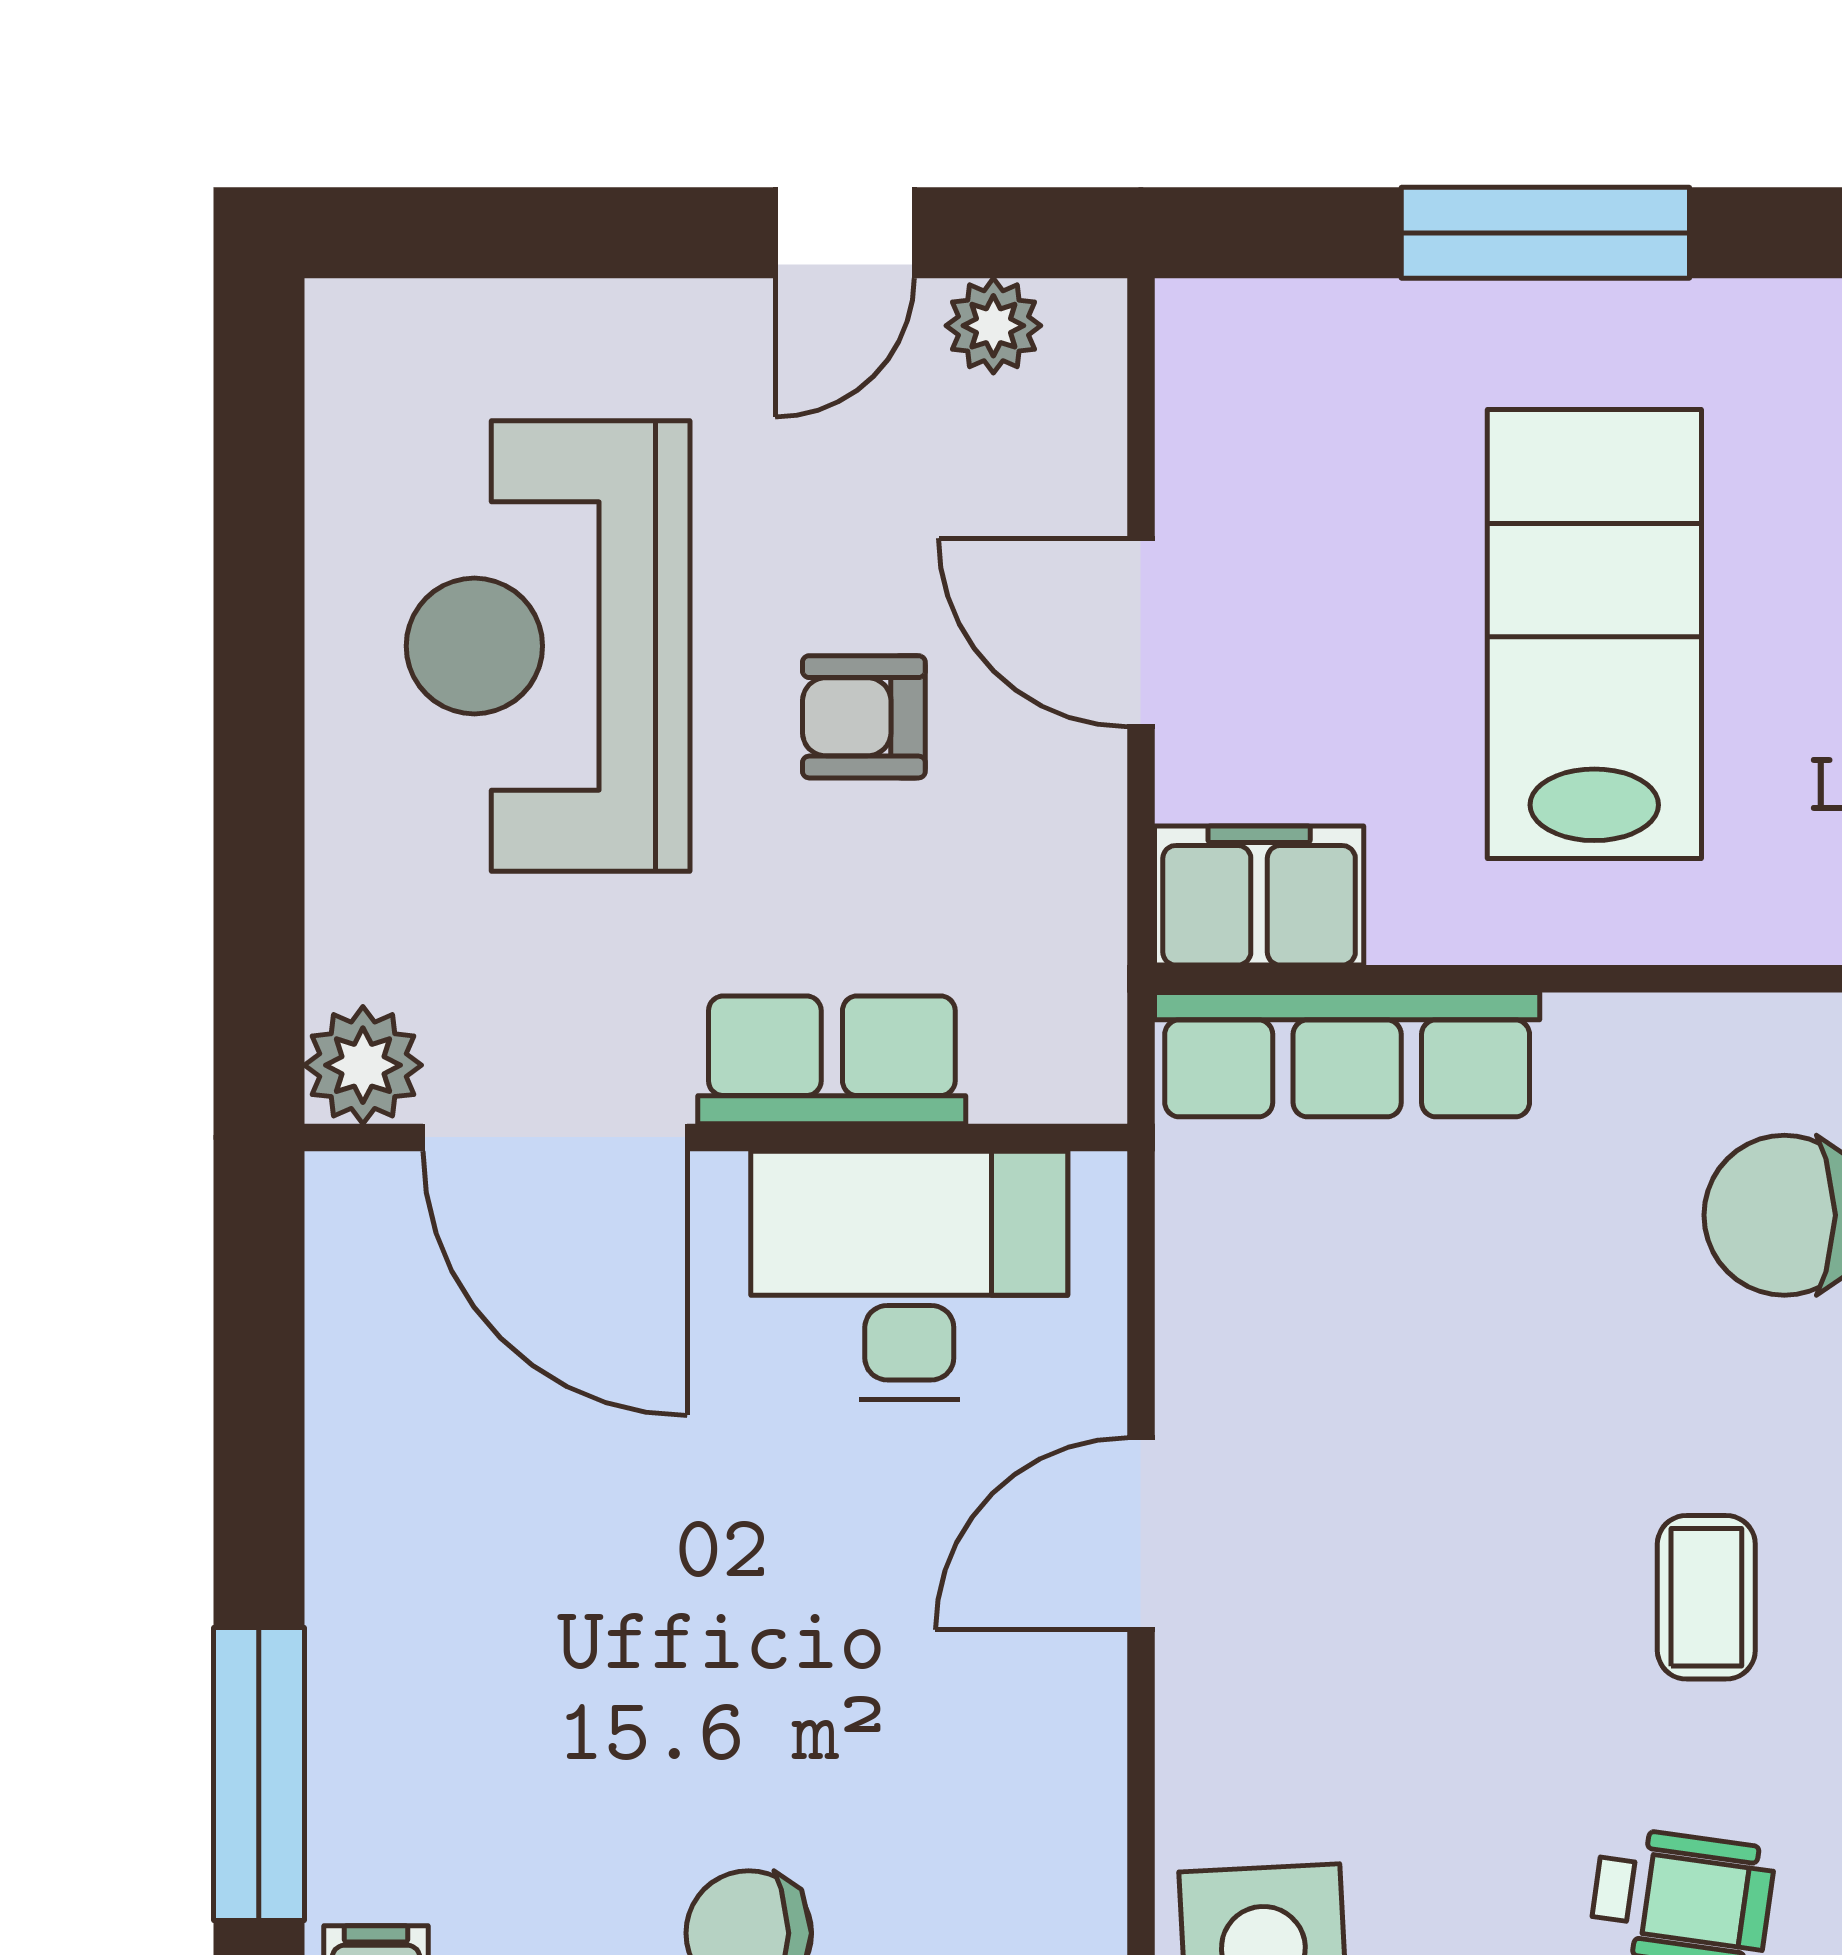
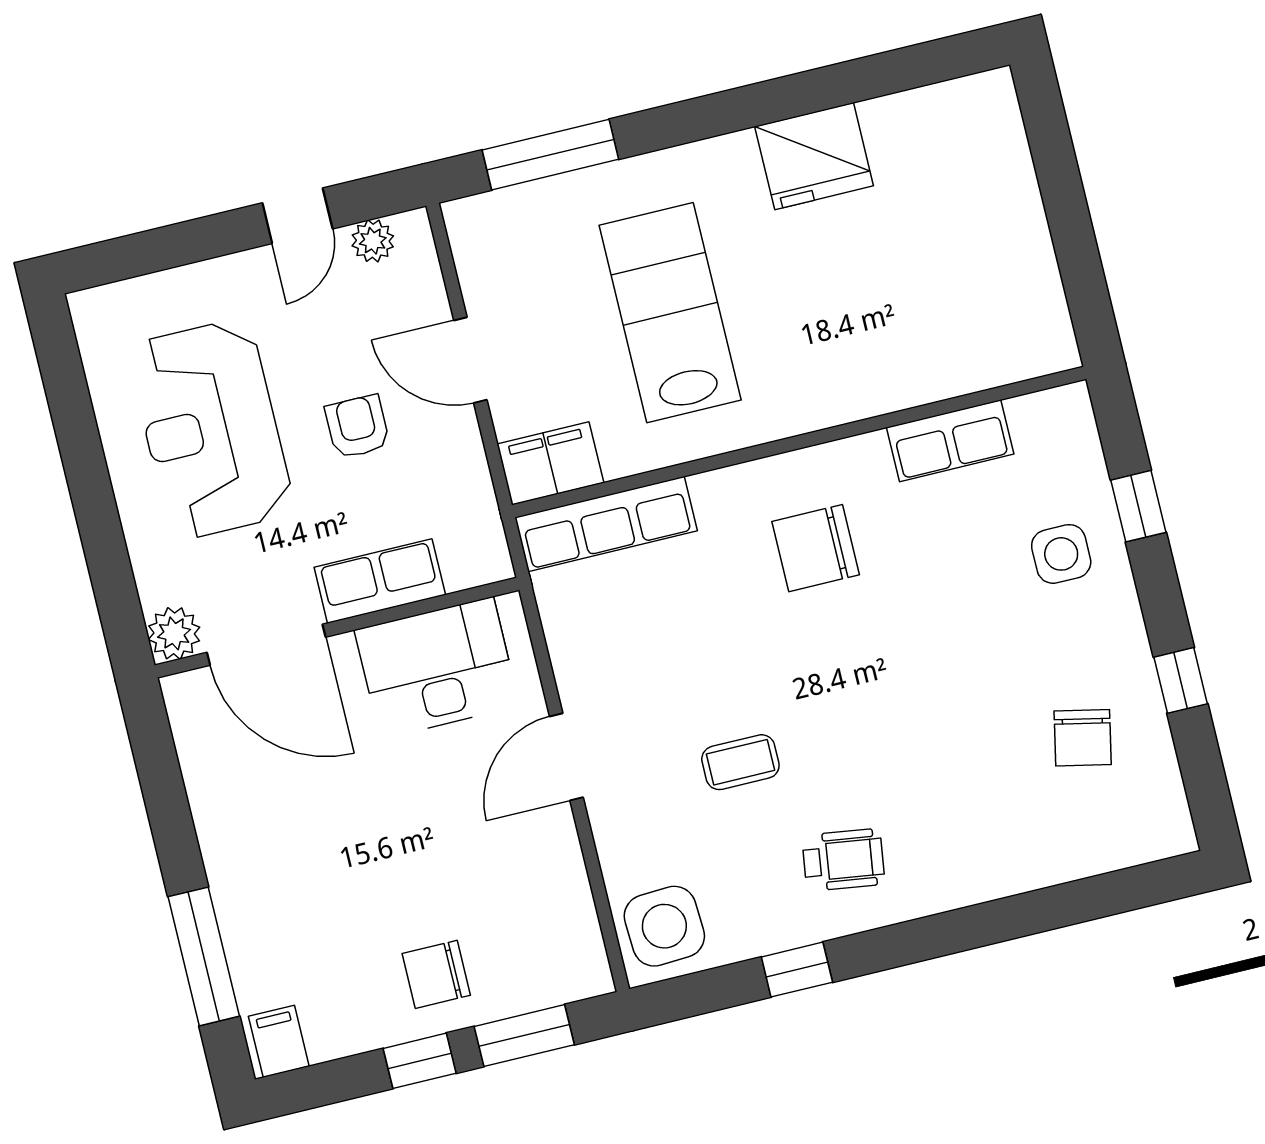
window: (1545, 233) -> (550, 155), moved
armchair: (864, 717) -> (357, 427), turned 90
coffee table: (1706, 1597) -> (740, 762), moved, turned 90

